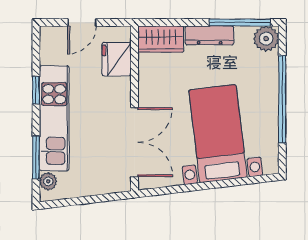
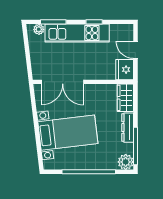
fridge: (117, 59) -> (125, 70), moved, turned -90

